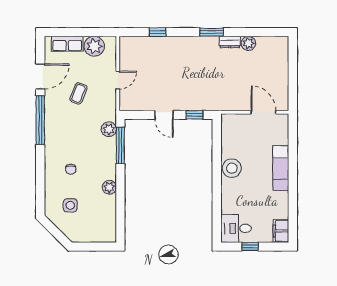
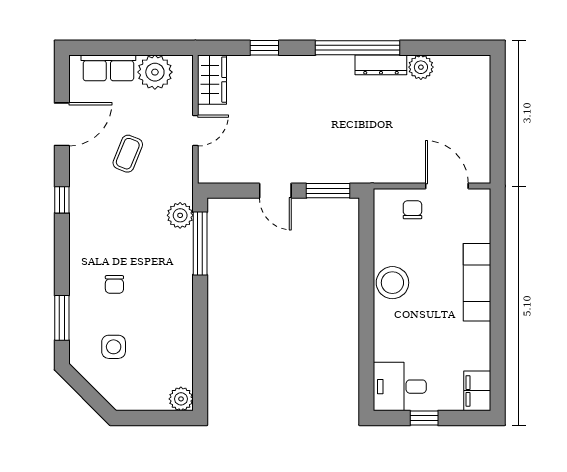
window: (212, 32) -> (358, 48), width x2.11
dresser: (230, 42) -> (381, 65), width x1.44
wardrobe: (127, 51) -> (212, 80), added
window: (195, 115) -> (328, 191), width x1.50
window: (40, 120) -> (62, 200), width x0.32
chair: (243, 126) -> (412, 210), added
plant: (109, 187) -> (181, 399), moved
window: (40, 189) -> (62, 318), added

